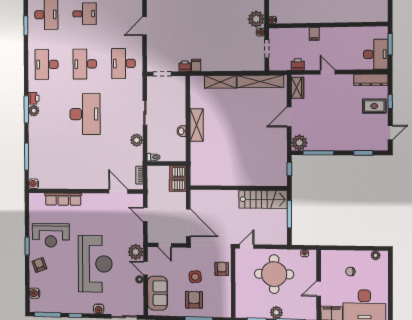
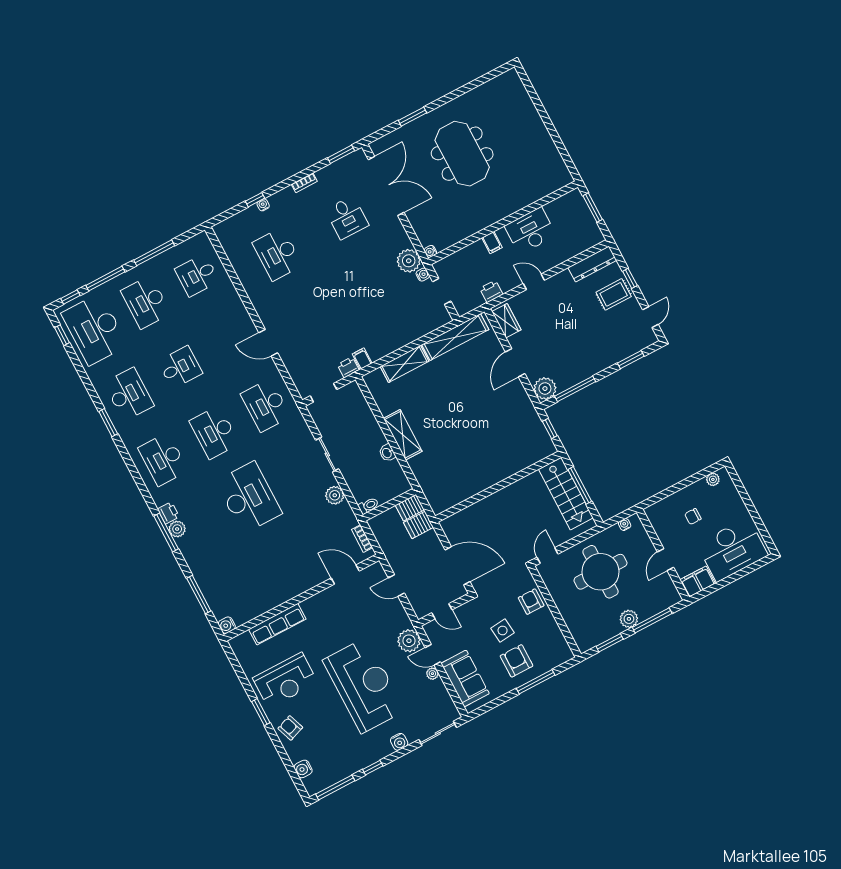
door: (144, 26) -> (268, 343), hinge flipped
desk: (376, 54) -> (530, 231), moved, turned -90
stairs: (263, 199) -> (566, 494), moved, turned 90

